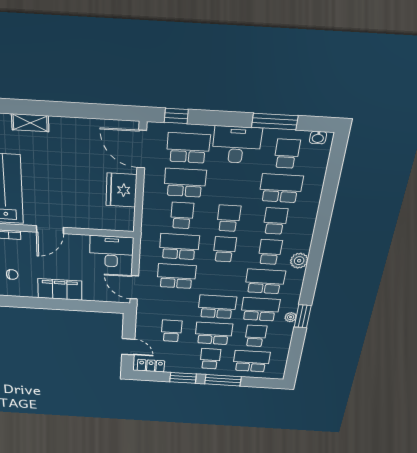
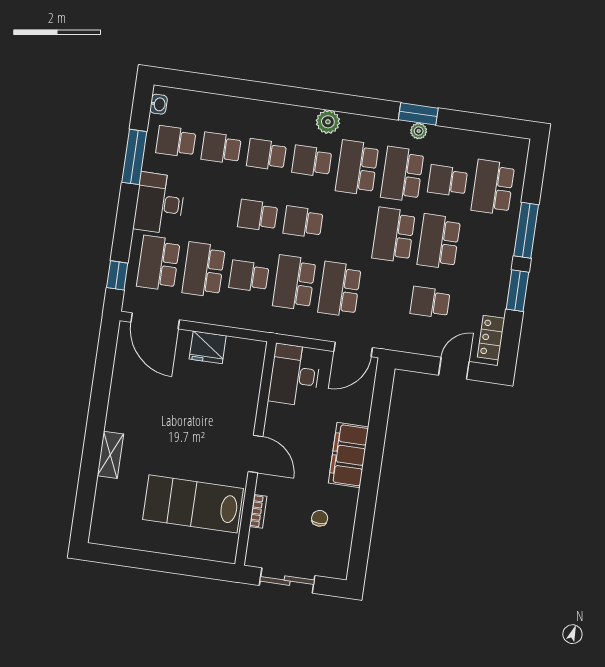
door: (142, 149) -> (155, 321), hinge flipped
school desk: (281, 188) -> (221, 148), width x0.54
fridge: (121, 190) -> (208, 347), width x0.73, depth x0.75
school desk: (210, 359) -> (484, 248), removed

